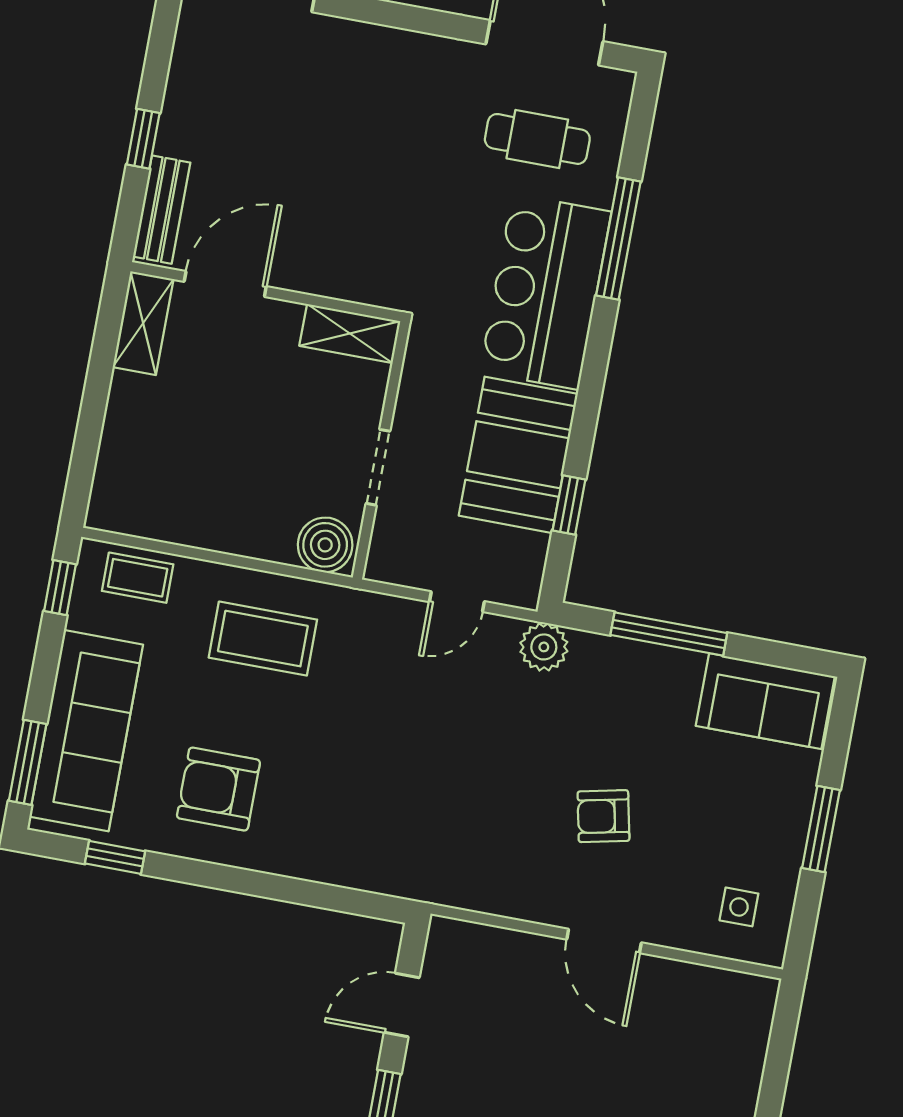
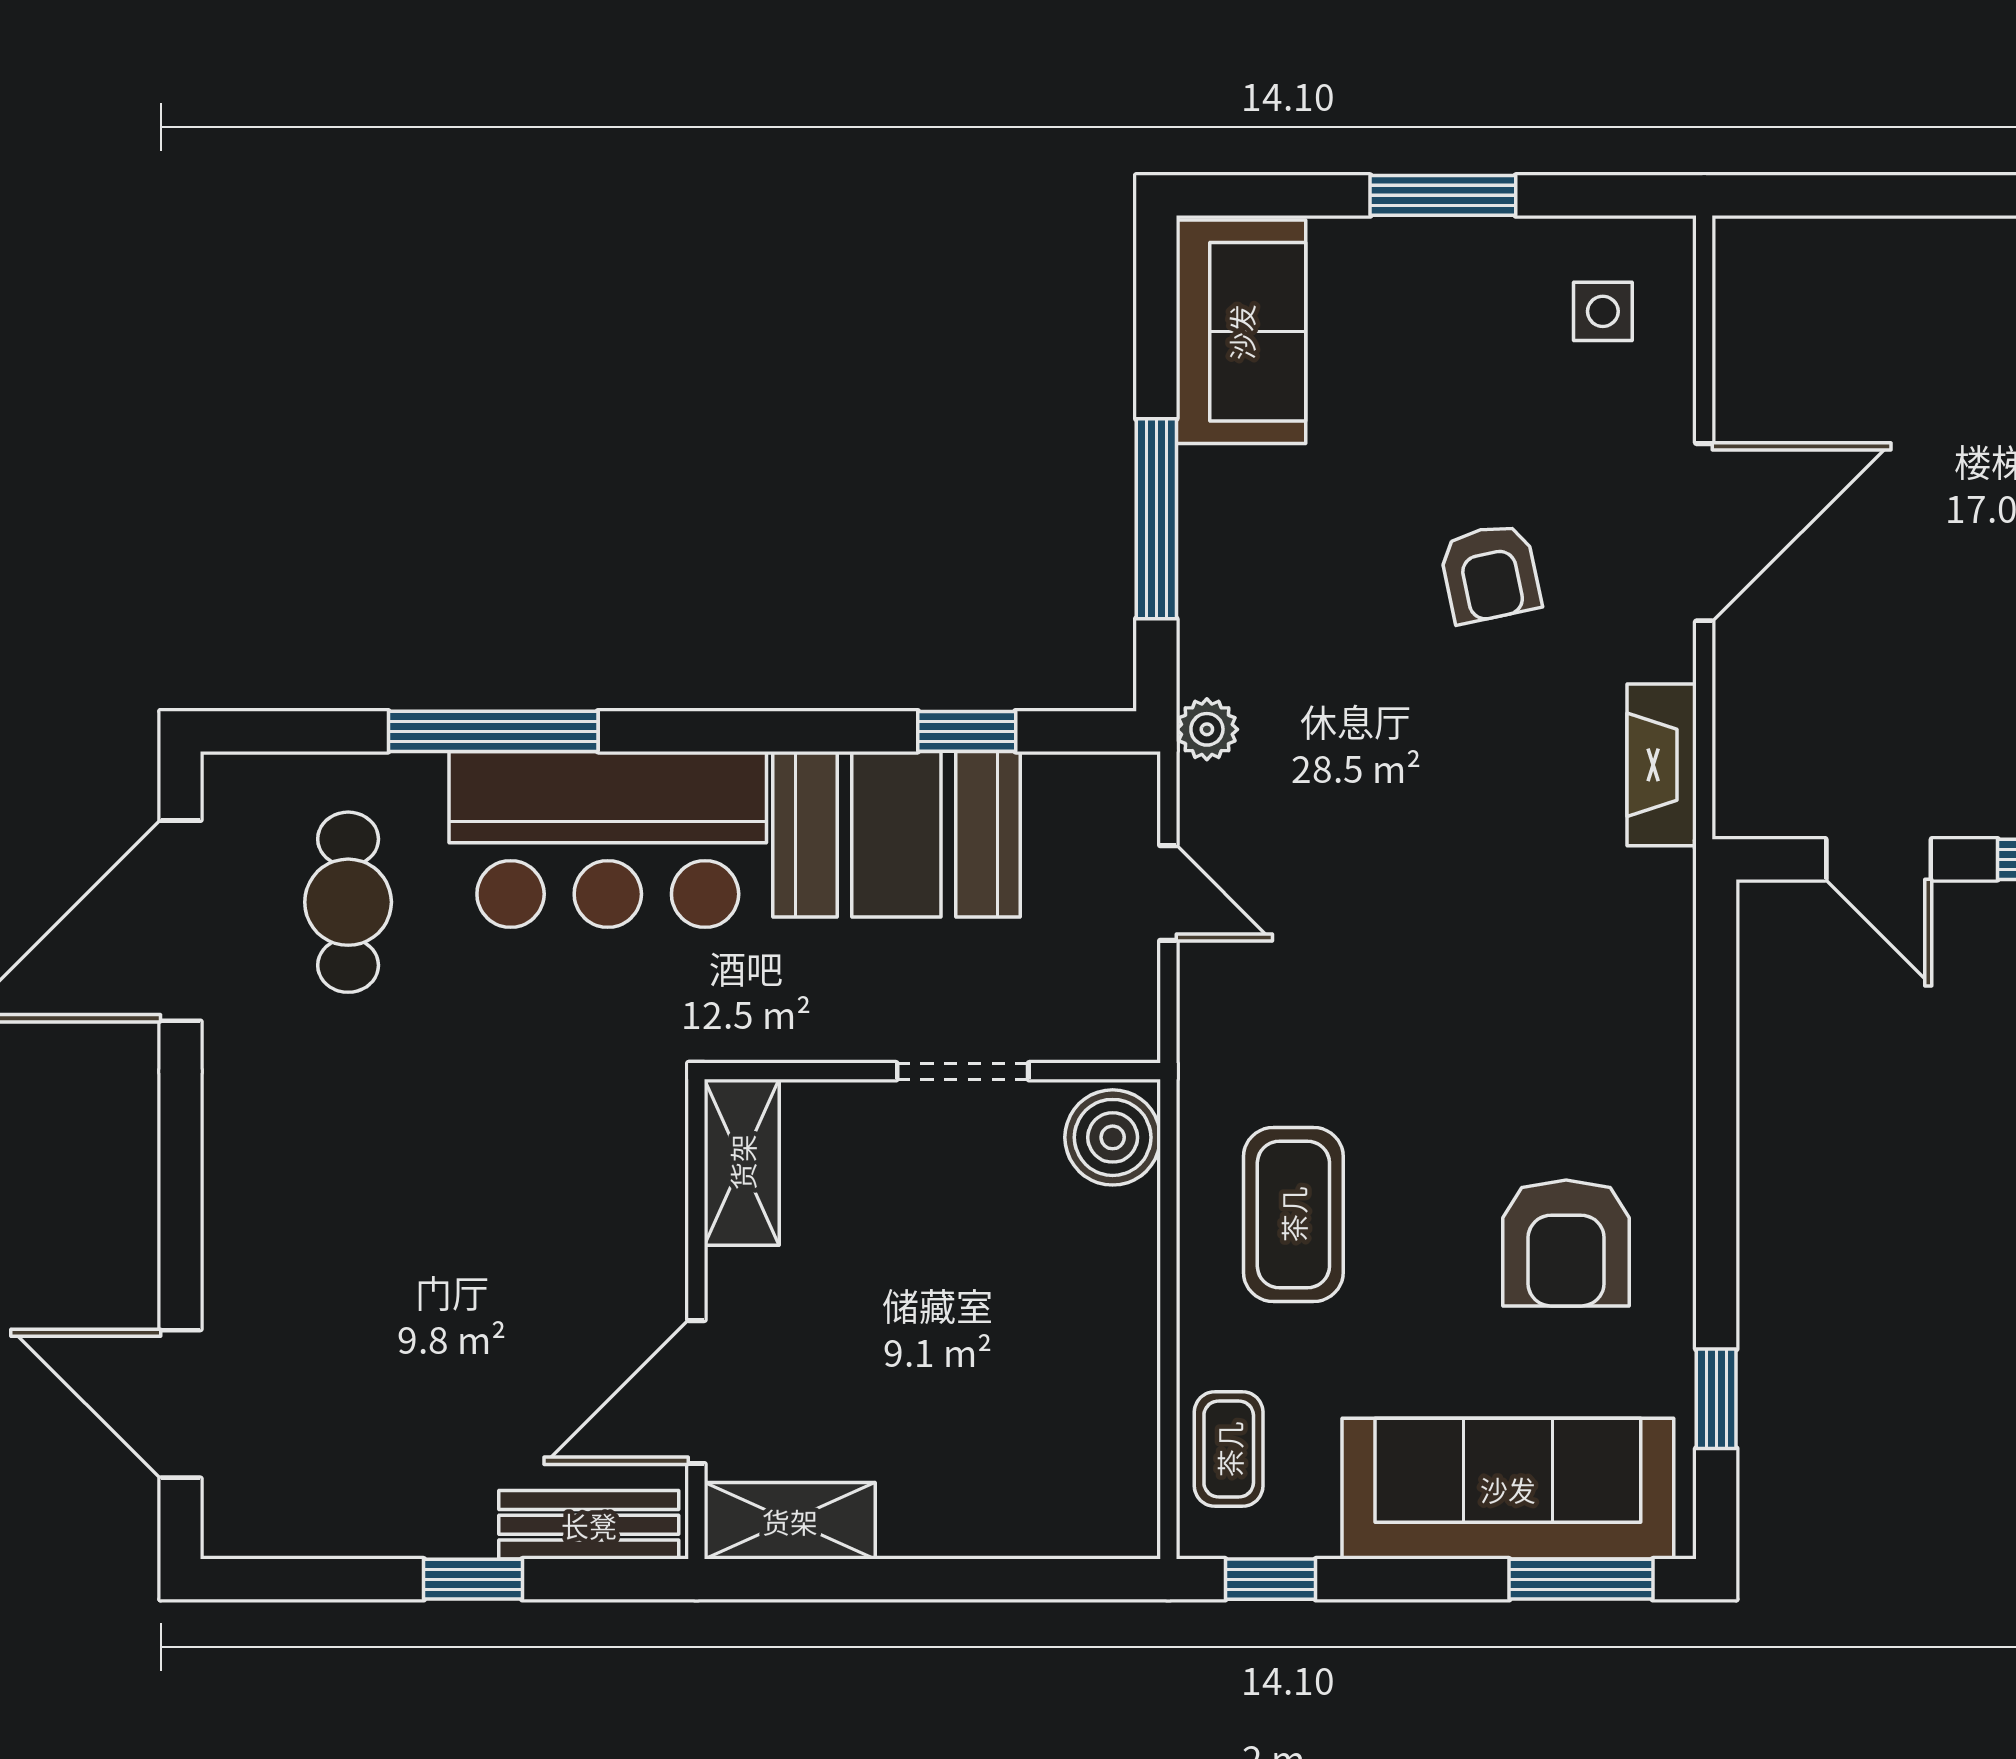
door: (225, 284) -> (696, 1392), hinge flipped
plant: (544, 647) -> (1207, 729), width x0.73, depth x0.73
fireplace: (478, 893) -> (1662, 765), added
door: (604, 941) -> (1704, 532), width x1.36

